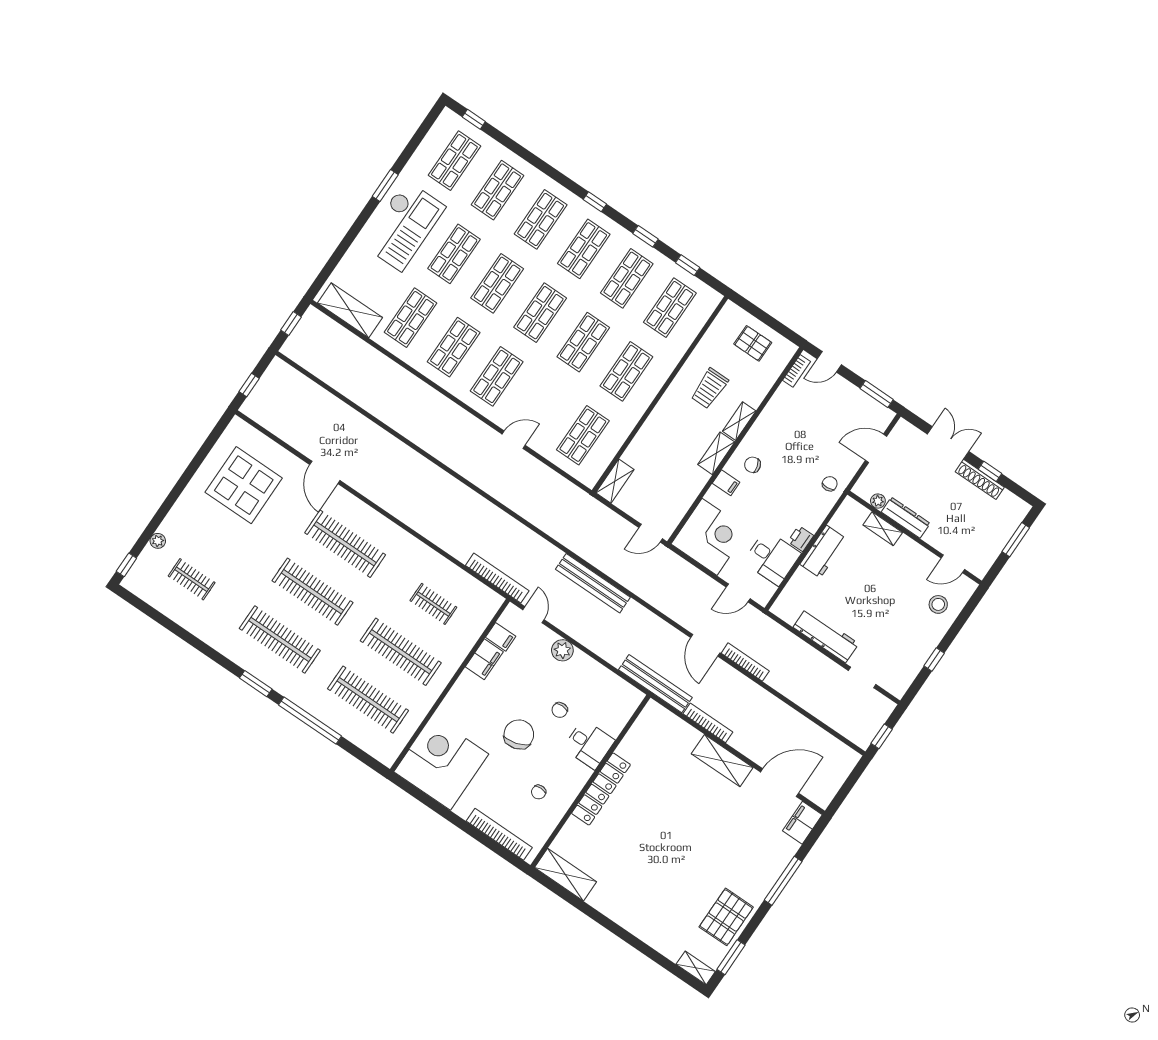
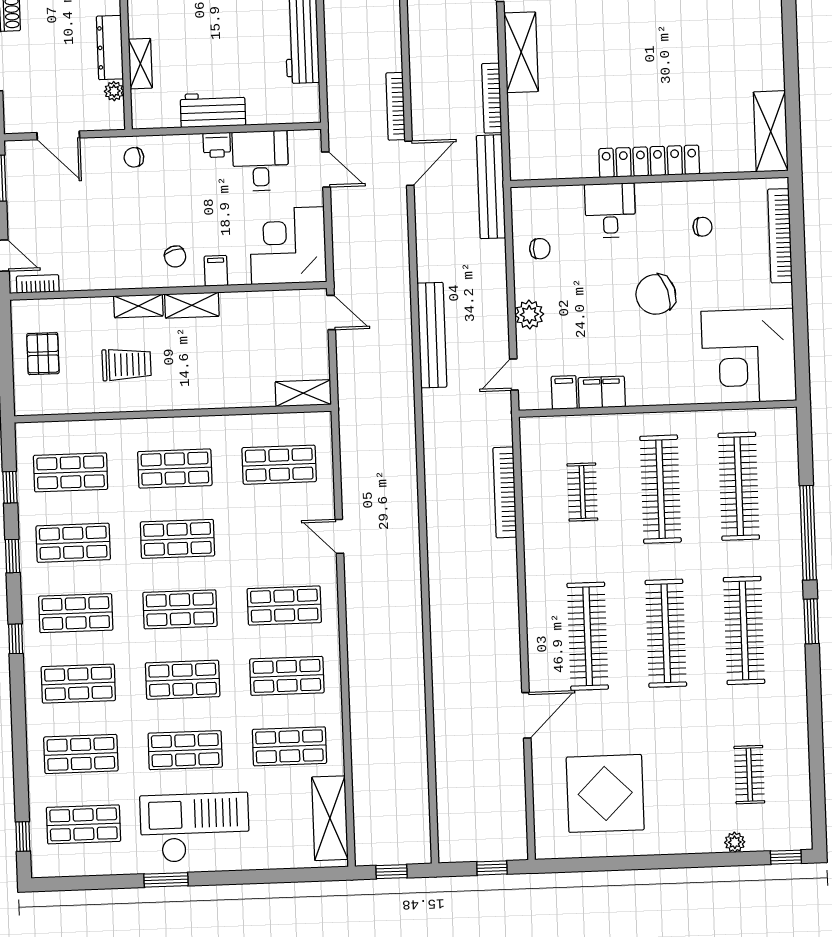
bookcase: (497, 578) -> (505, 492), moved
chair: (560, 710) -> (540, 249), moved

